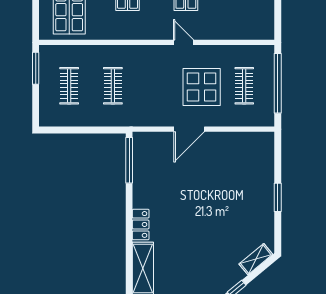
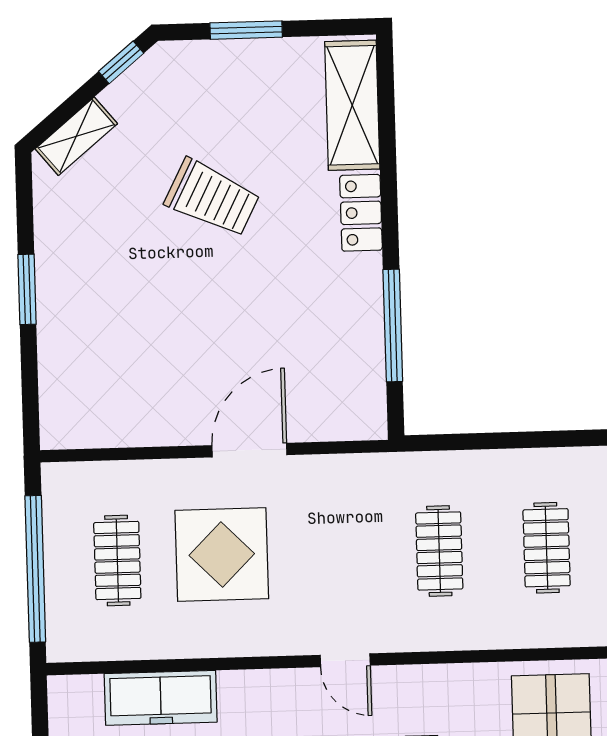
freezer: (228, 29) -> (161, 698), added
door: (184, 42) -> (345, 660), moved
window: (129, 160) -> (393, 326), moved
trolley: (201, 232) -> (212, 198), added

